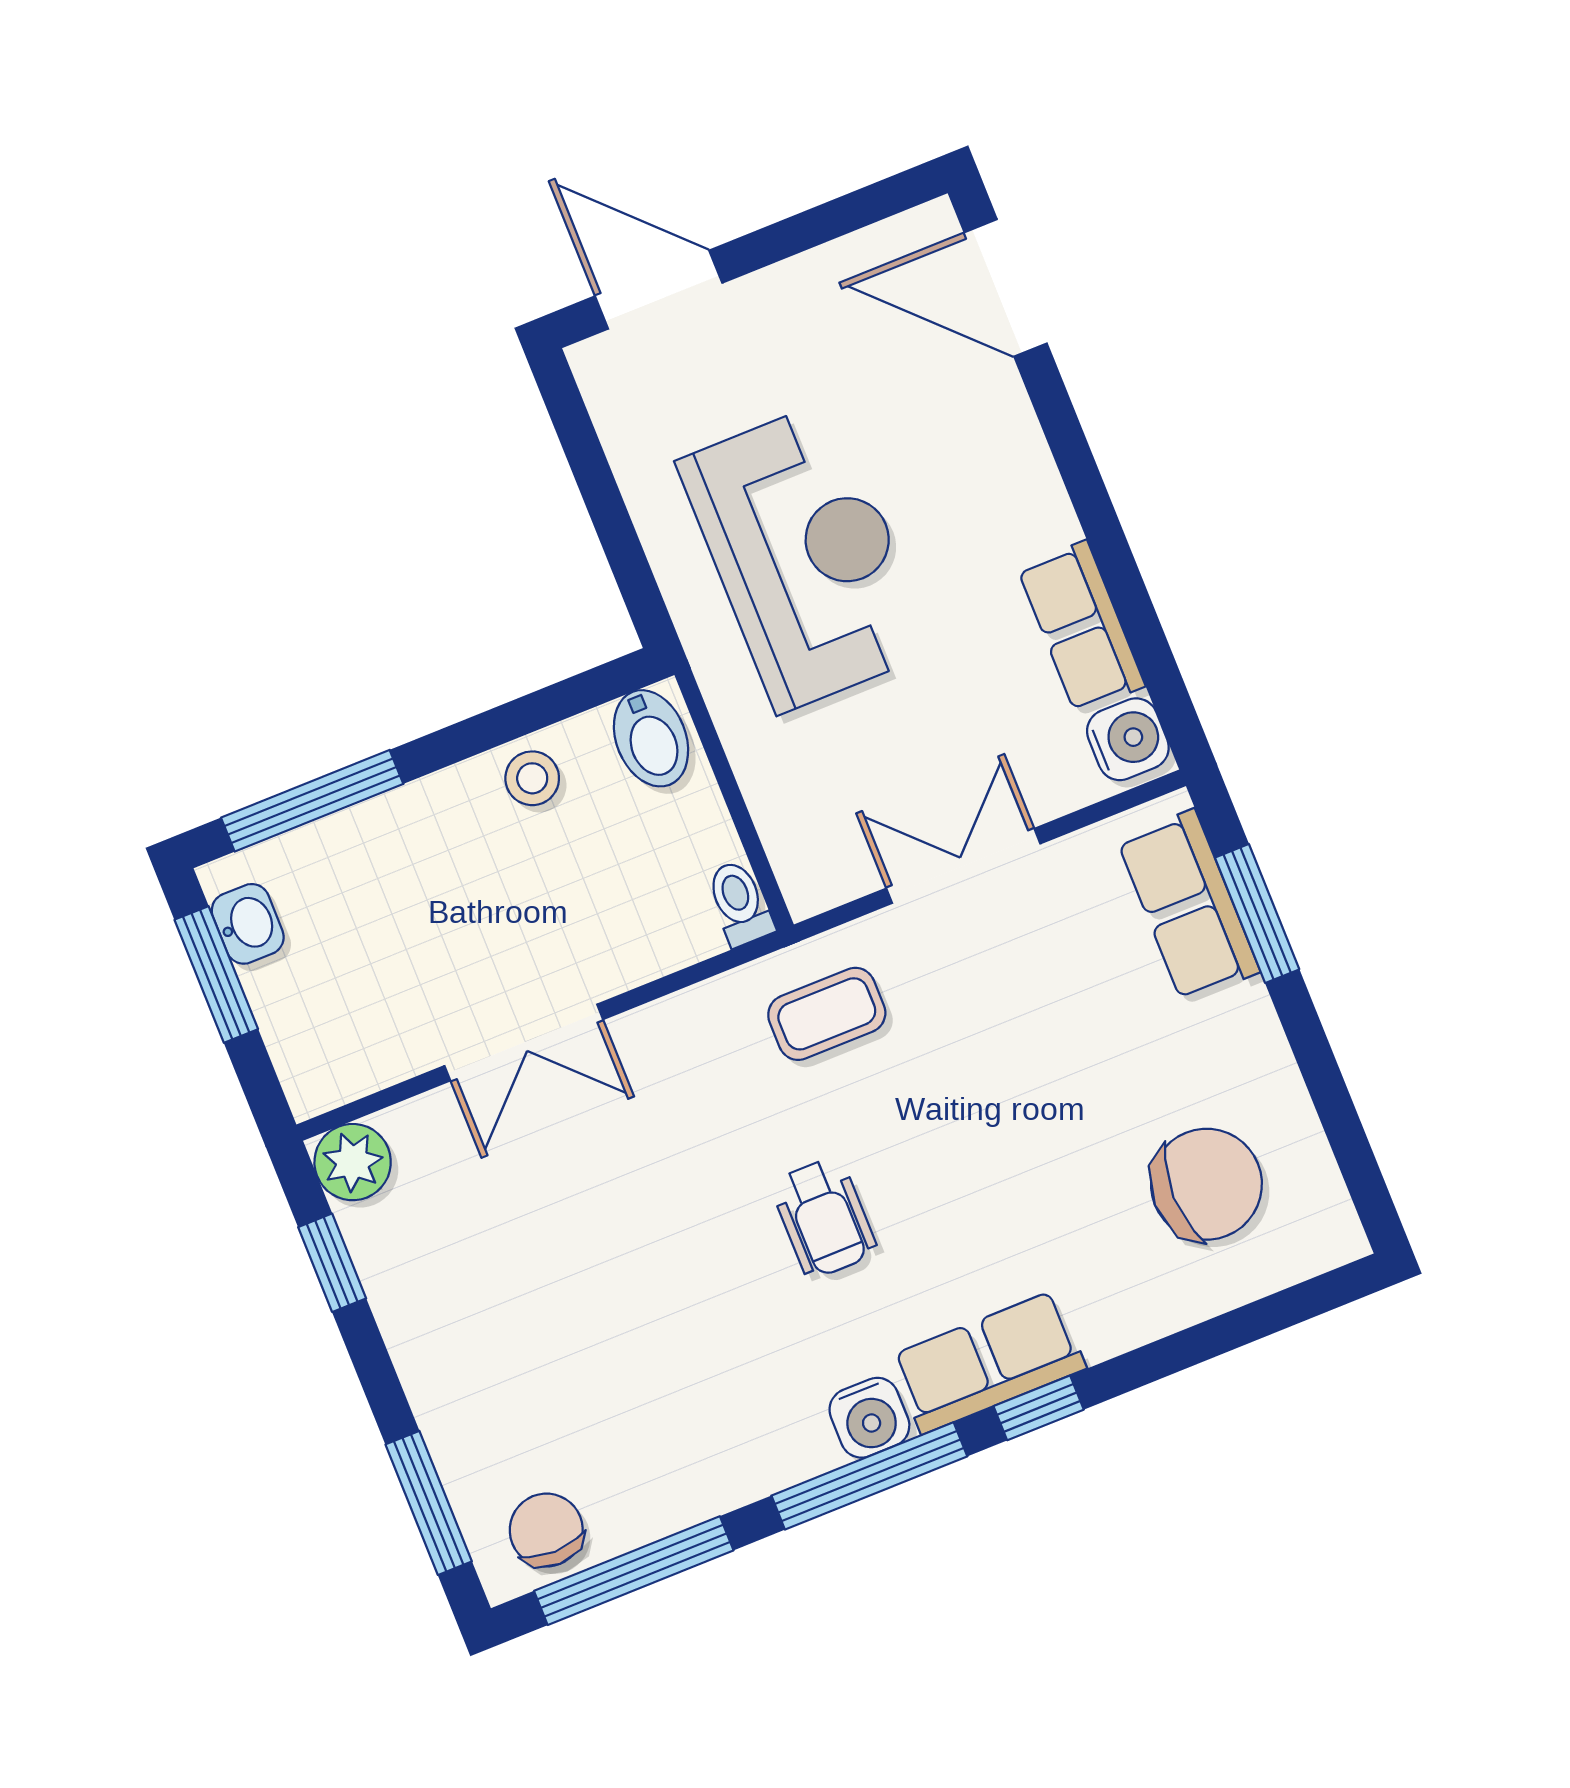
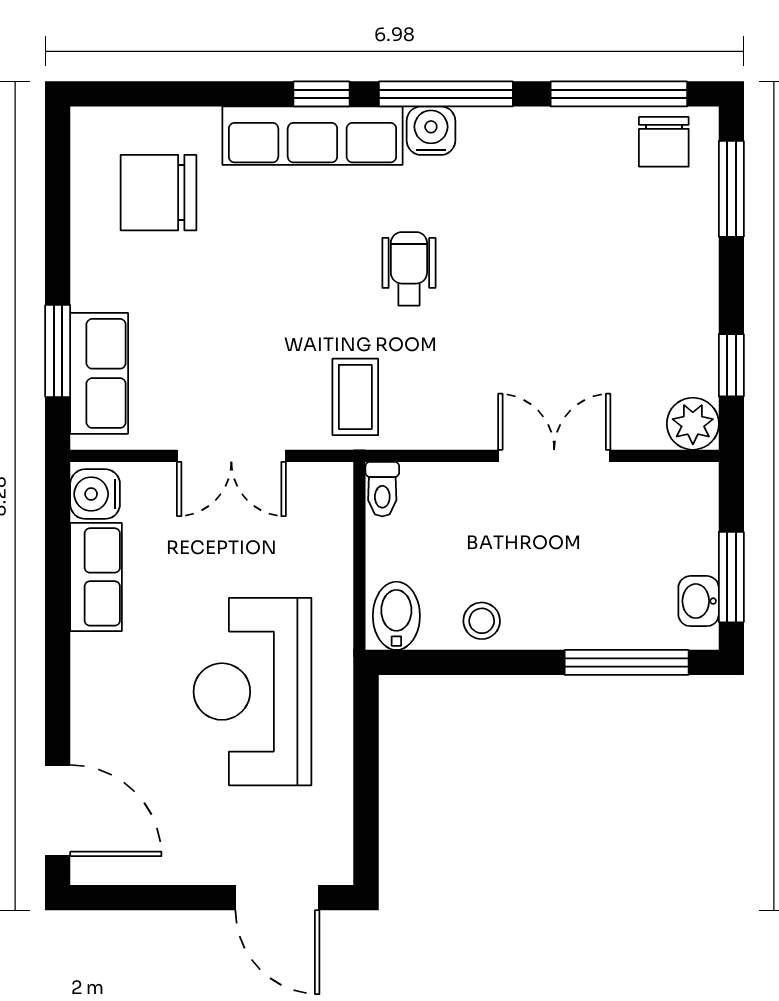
coffee table: (827, 1014) -> (355, 397), turned 90
row of seats: (988, 1362) -> (312, 136), width x1.48

